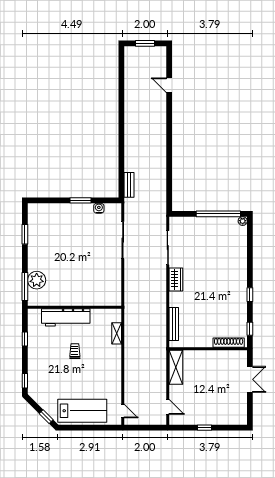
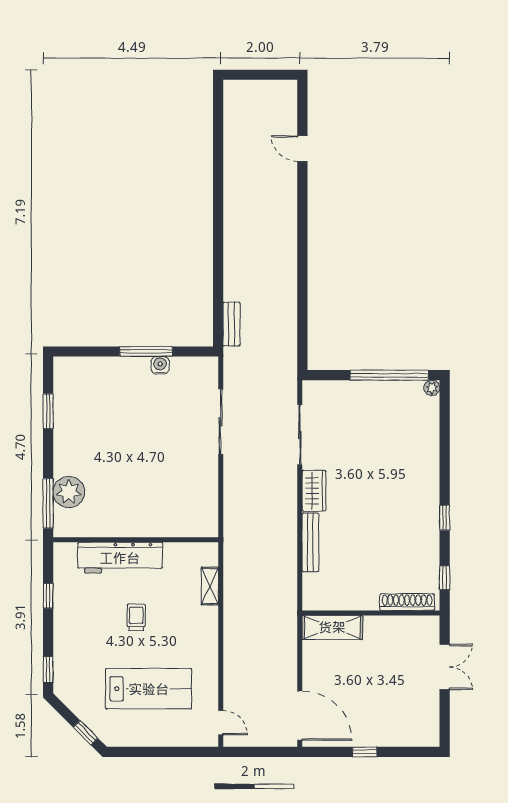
window: (145, 43) -> (260, 75), removed
window: (80, 200) -> (146, 351), width x1.44
water cooler: (99, 208) -> (160, 365), moved
bench: (174, 324) -> (310, 542), moved
shelving: (176, 367) -> (332, 627), moved, turned 90
door: (168, 407) -> (300, 716), width x1.87
lab bench: (82, 411) -> (149, 689), moved

